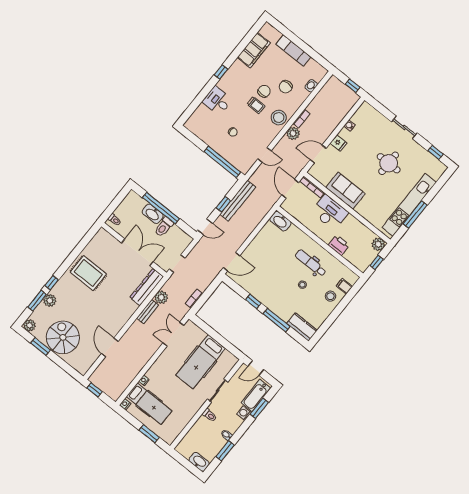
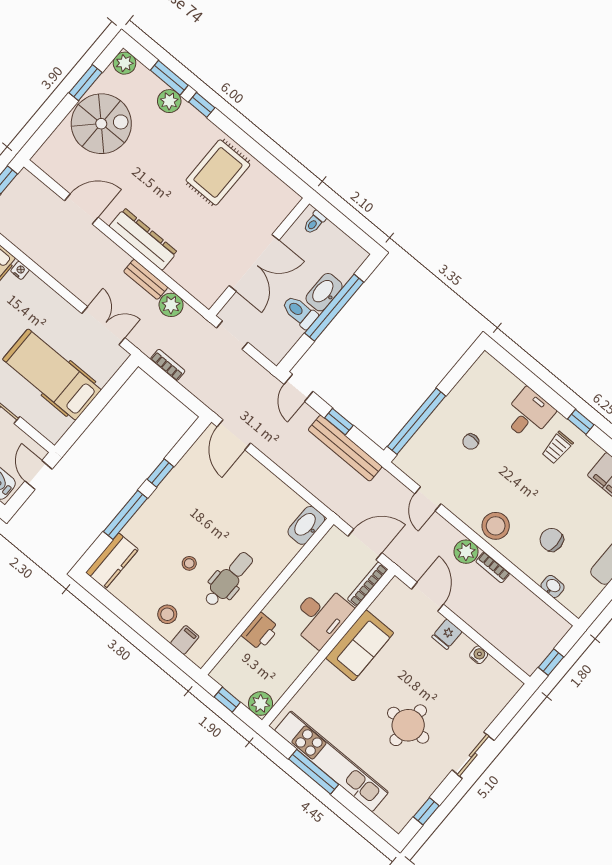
chair: (264, 91) -> (544, 500), removed
trolley: (256, 105) -> (557, 448), moved
dresser: (147, 287) -> (143, 239), moved

